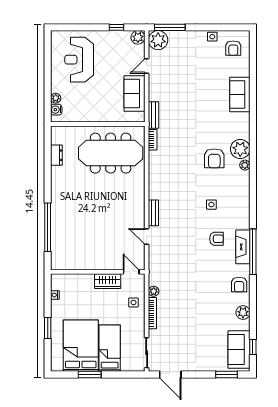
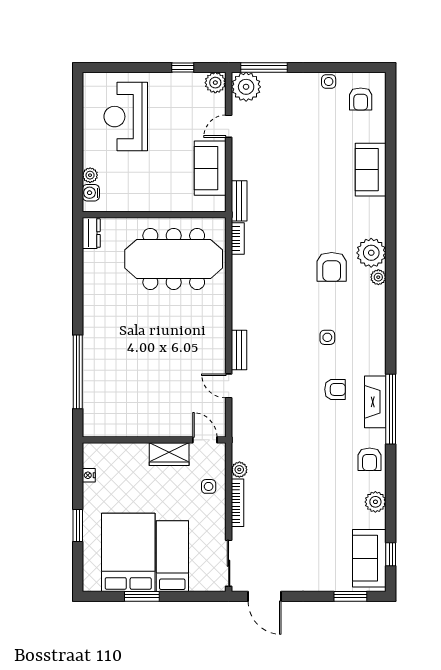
dresser: (56, 155) -> (91, 233), moved

